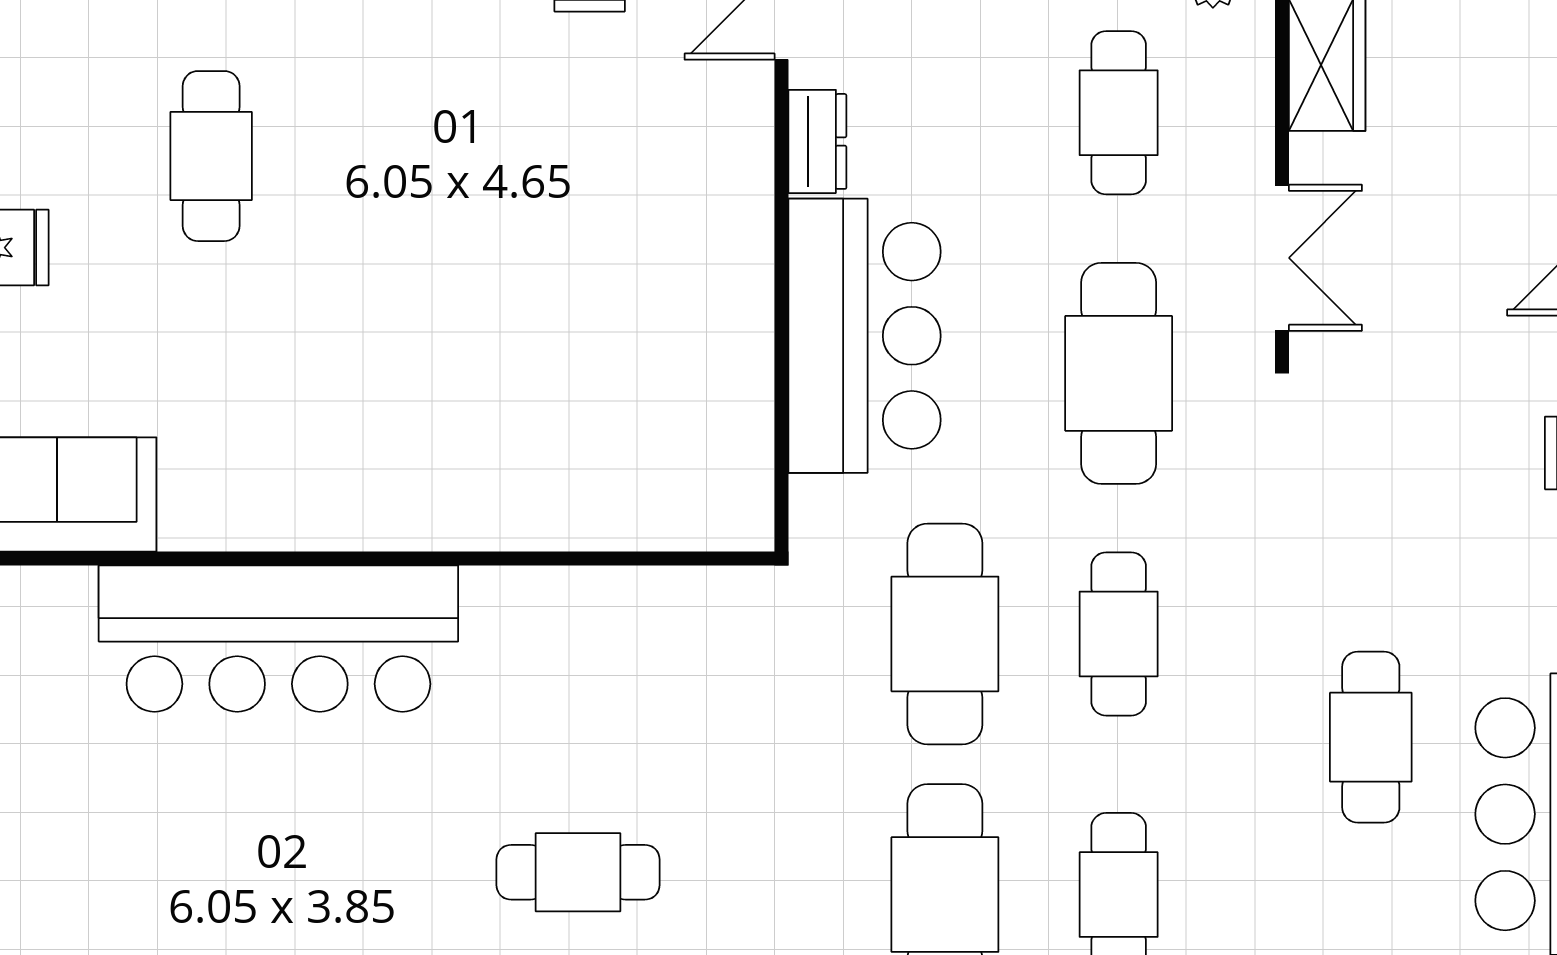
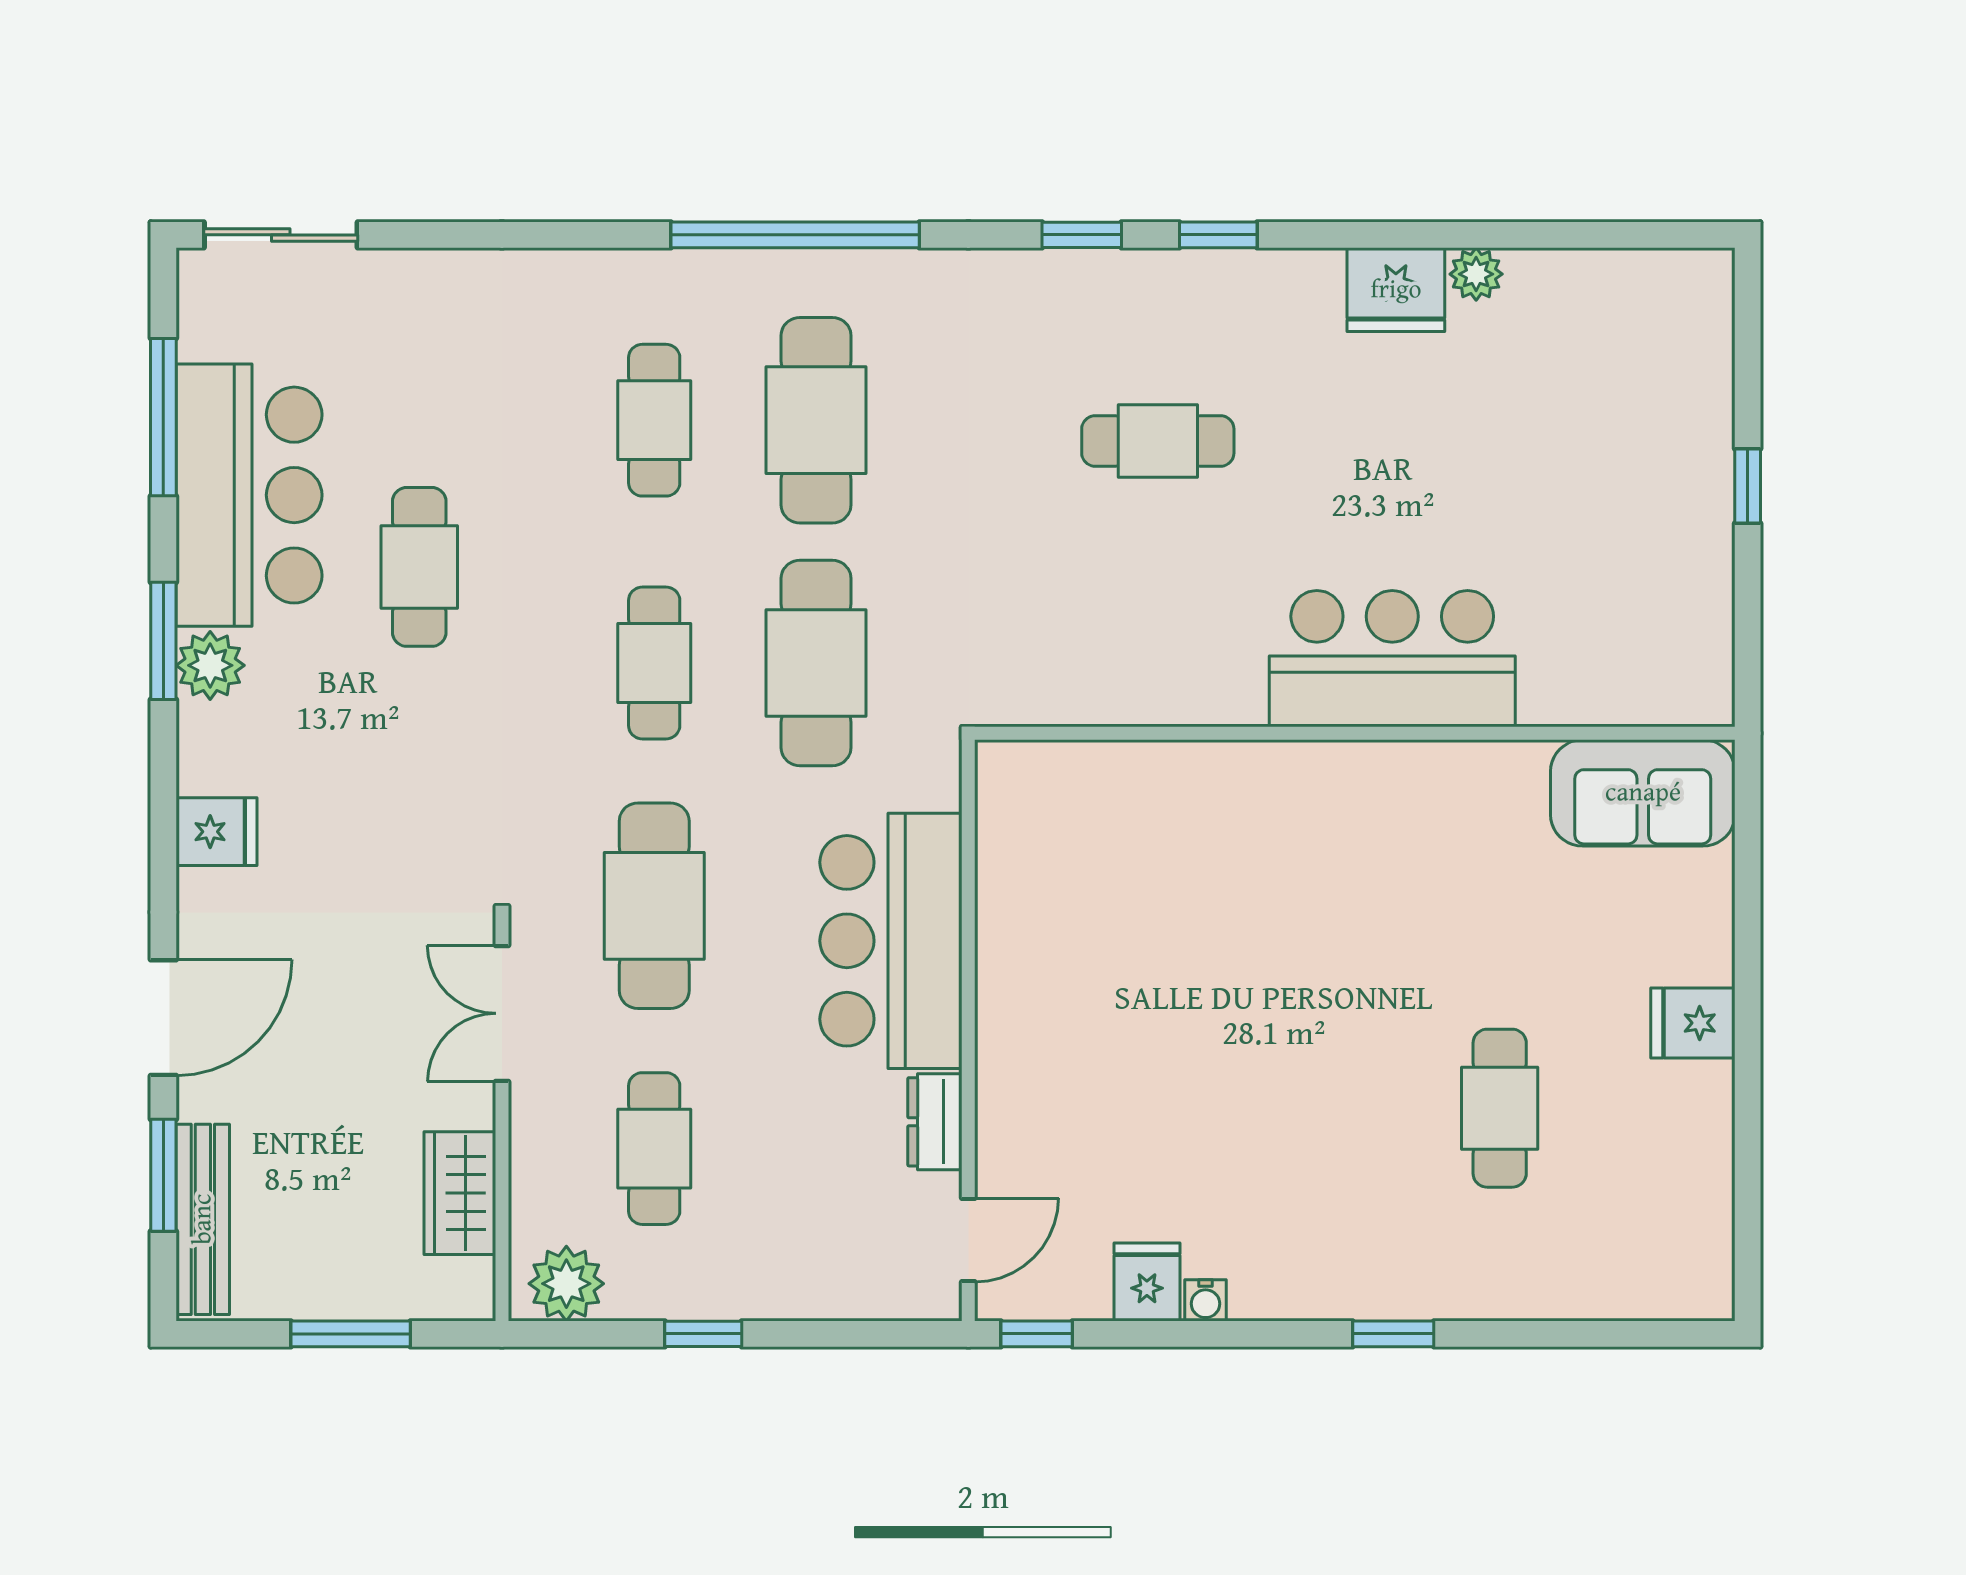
bar counter: (278, 639) -> (1392, 659), width x0.73

